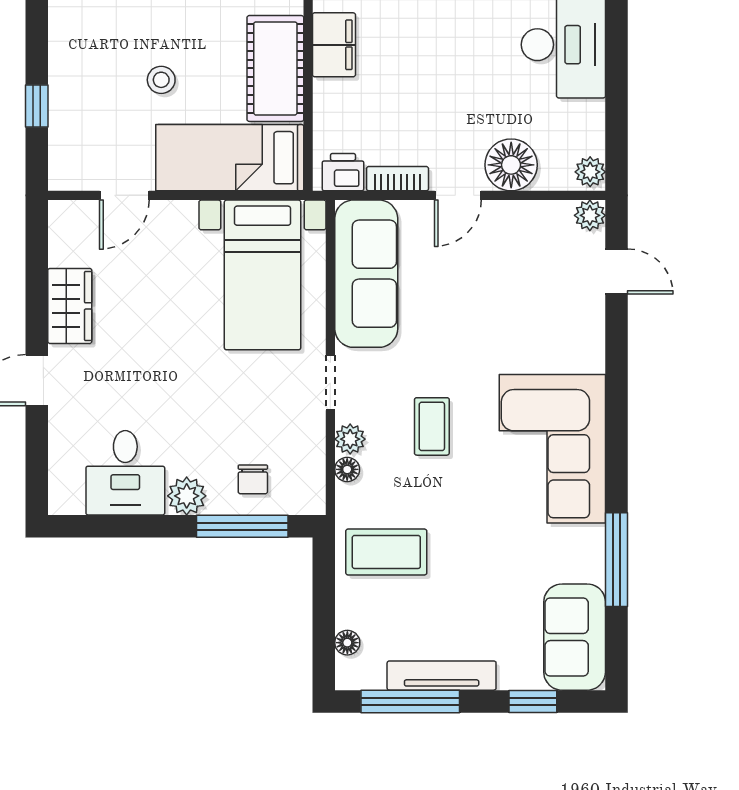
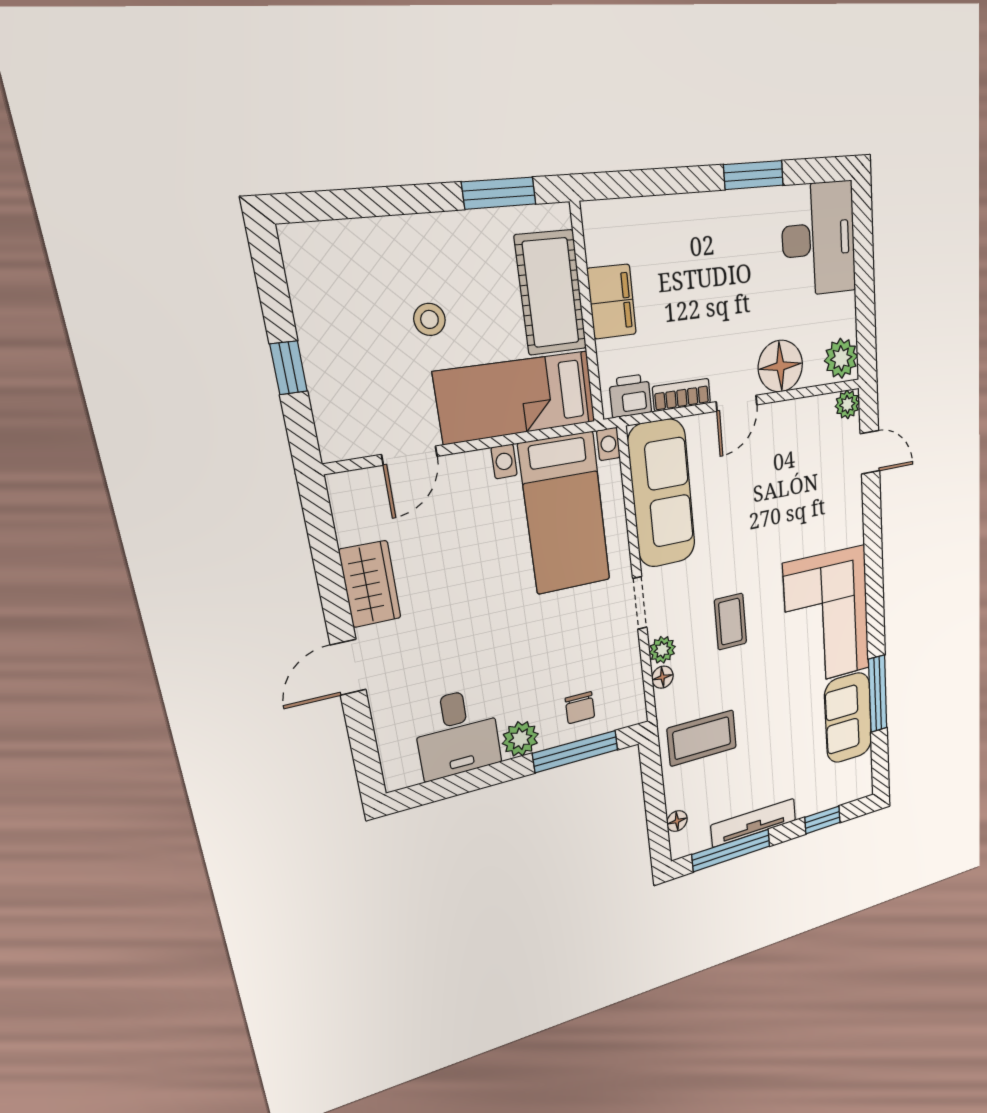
filing cabinet: (334, 45) -> (612, 302), moved
plant: (590, 172) -> (841, 358), width x1.38, depth x1.38
sofa: (575, 637) -> (848, 718), moved

